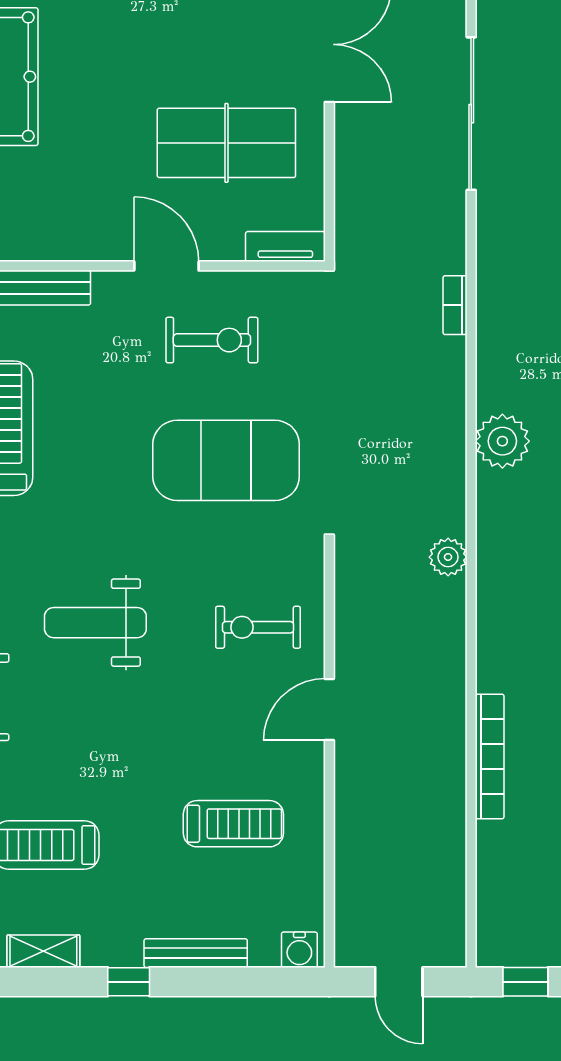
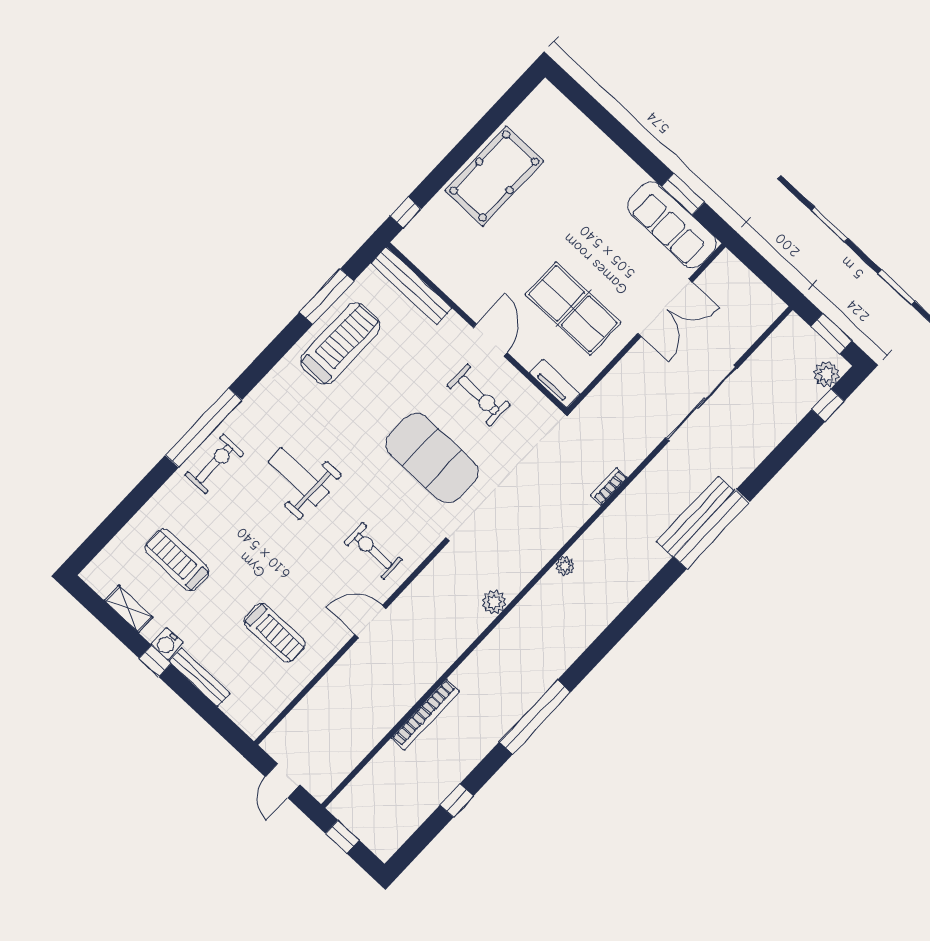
plant: (502, 441) -> (565, 566), width x0.53, depth x0.53
water cooler: (299, 950) -> (167, 644), moved

